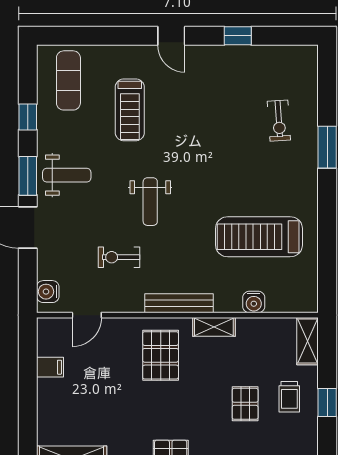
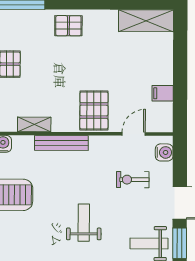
exercise bike: (119, 257) -> (133, 180), moved, turned 180
pallet: (161, 355) -> (94, 111), moved

